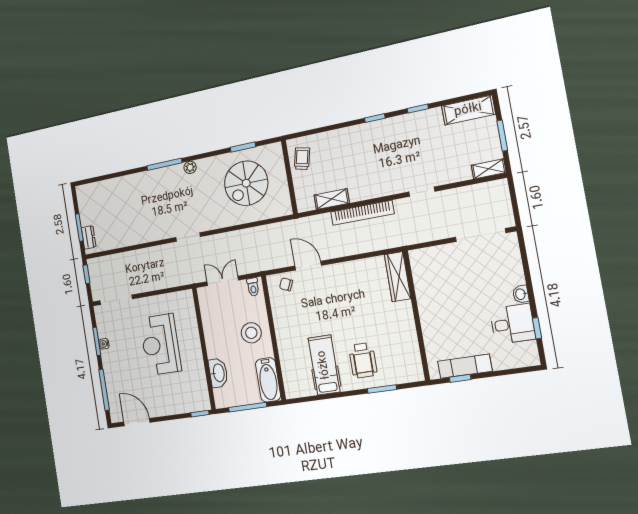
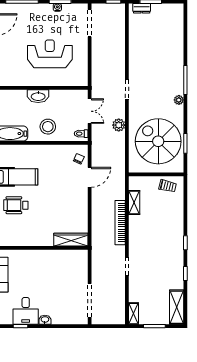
spiral stairs: (246, 183) -> (158, 141), width x1.37, depth x1.37
plant: (234, 239) -> (119, 125), added
washbasin: (218, 373) -> (38, 96), moved

